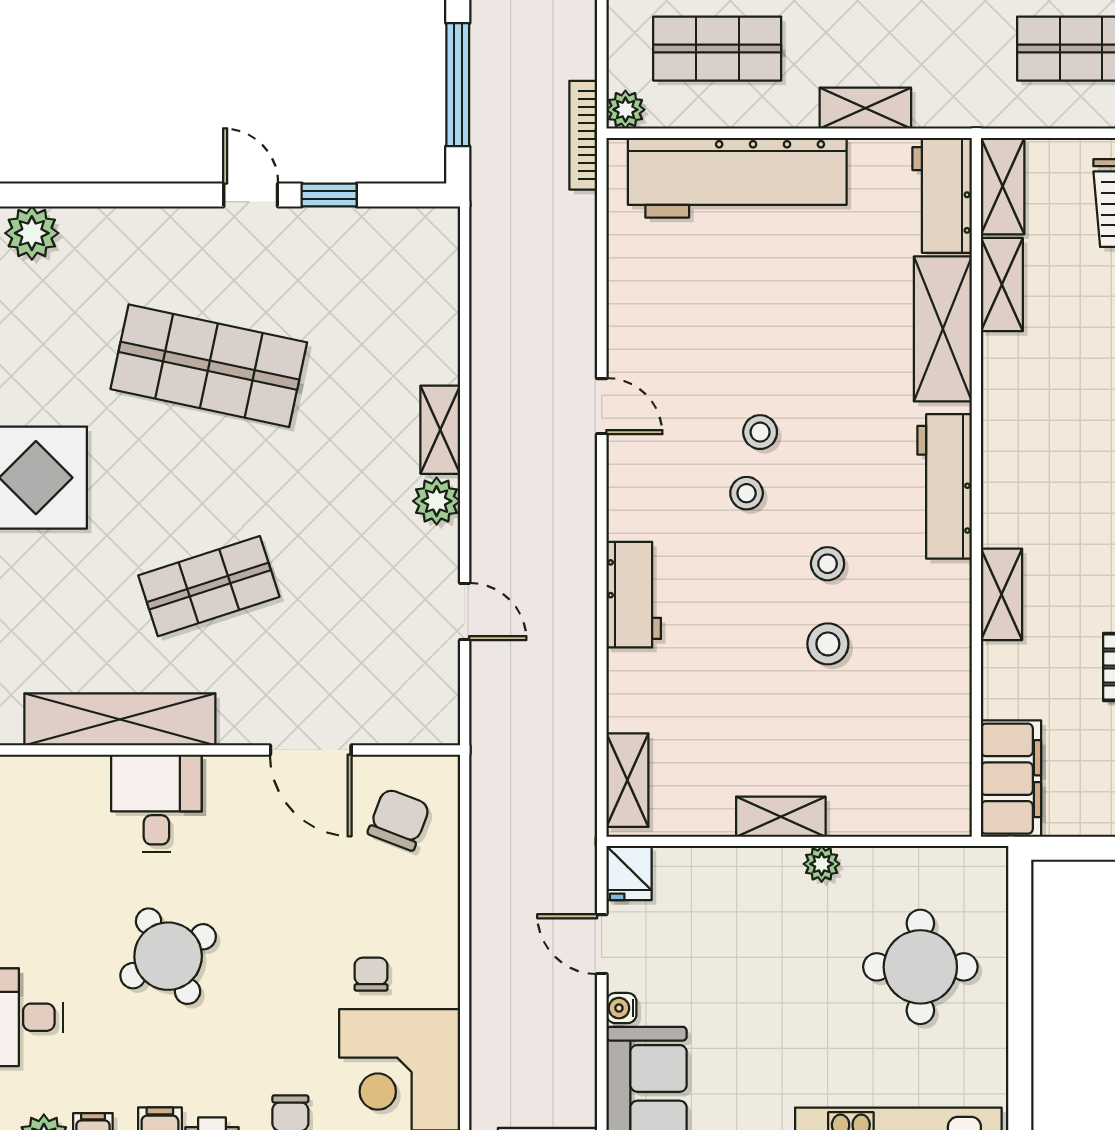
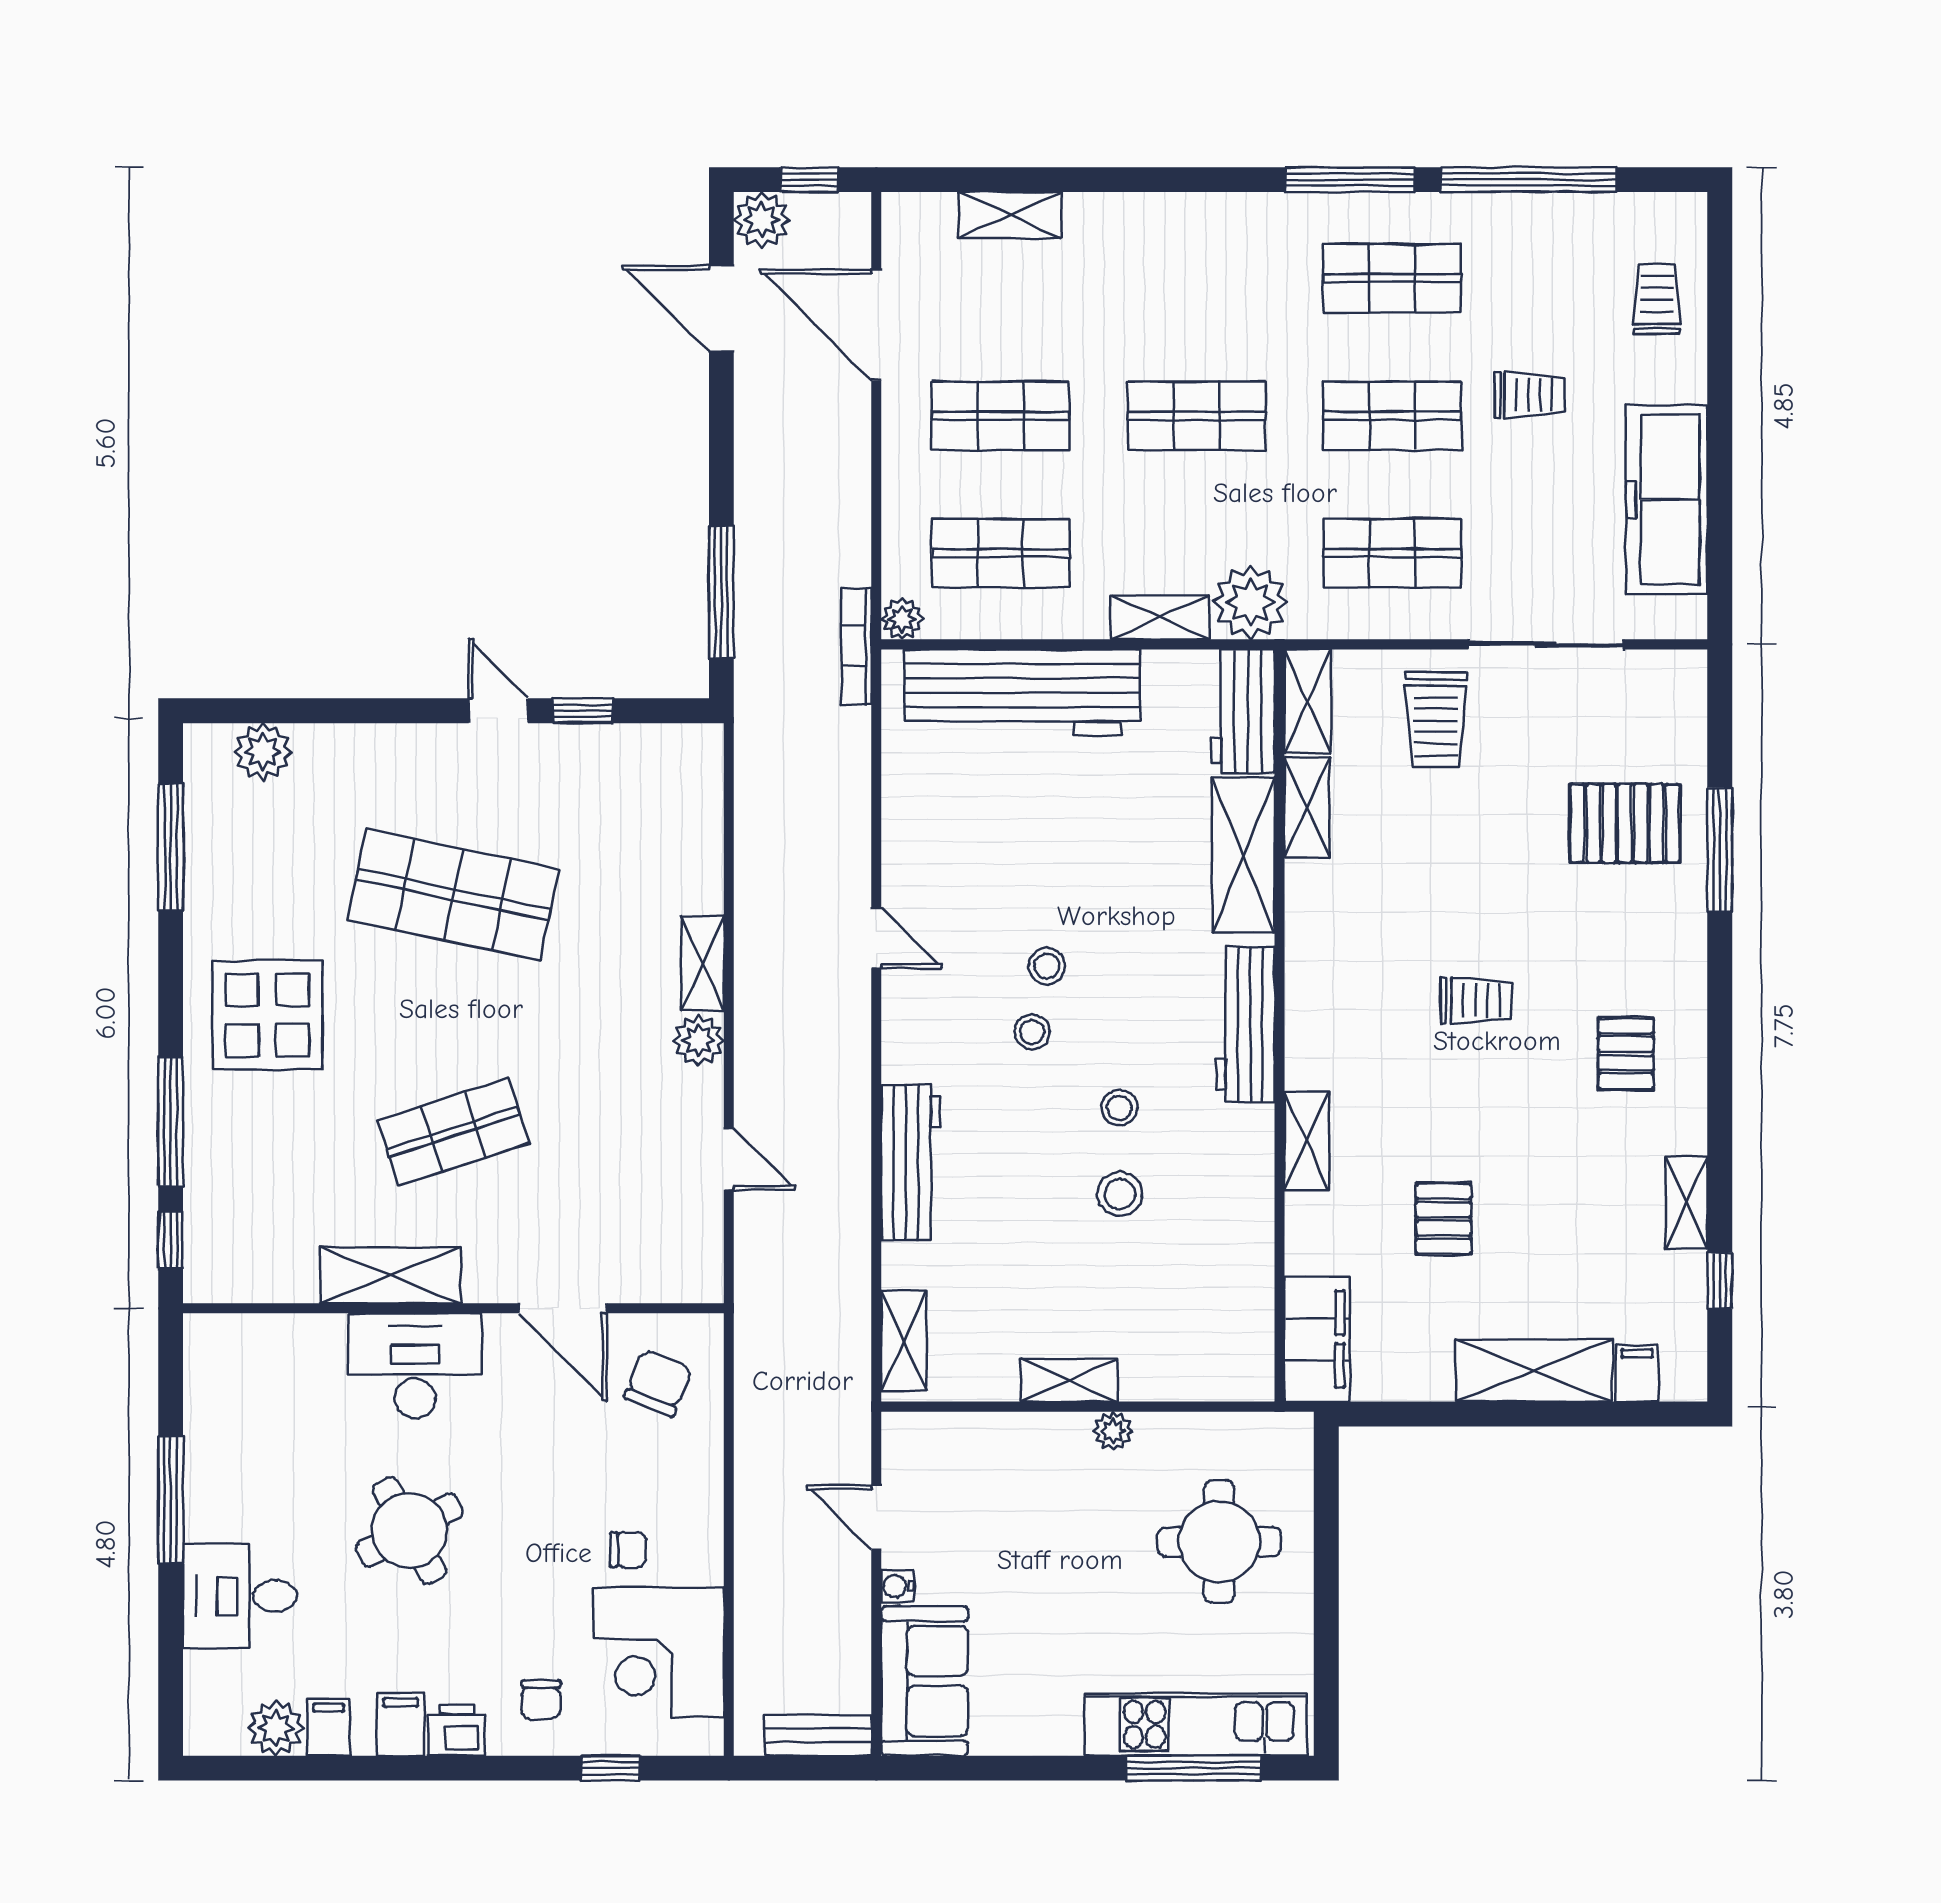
plant: (949, 94) -> (1250, 602), added
workbench: (634, 595) -> (911, 1162), width x1.38
shelving: (120, 719) -> (390, 1275), width x0.68
desk: (156, 803) -> (415, 1366), width x1.37
fridge: (629, 873) -> (906, 1441), removed
chair: (371, 974) -> (628, 1550), turned 90

